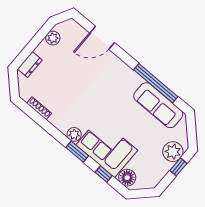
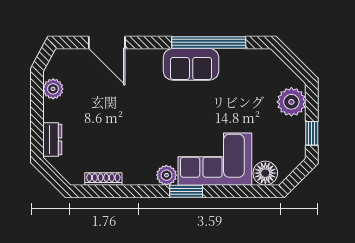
door: (102, 38) -> (107, 42), hinge flipped
sofa: (158, 105) -> (191, 64), moved, width x0.73
window: (178, 167) -> (312, 133), moved
window: (104, 174) -> (236, 191), removed

